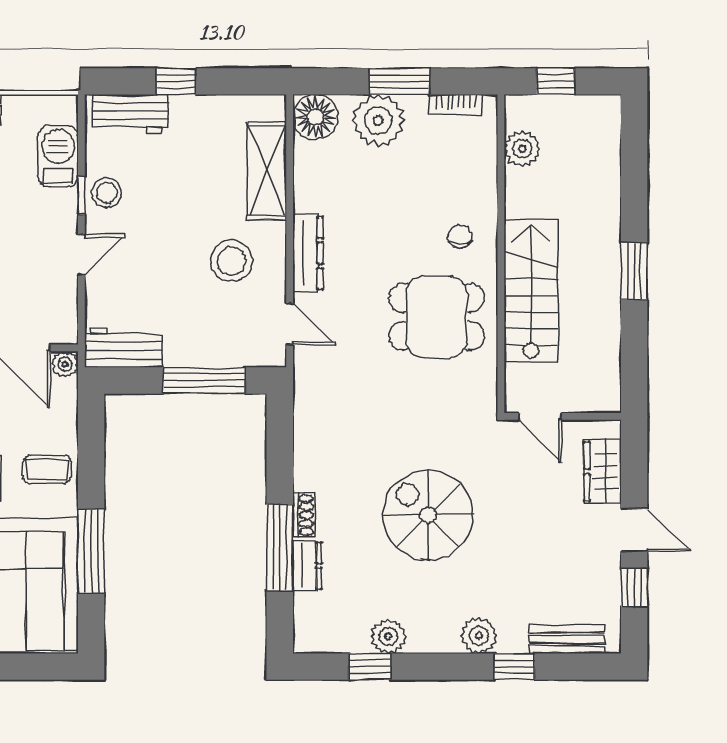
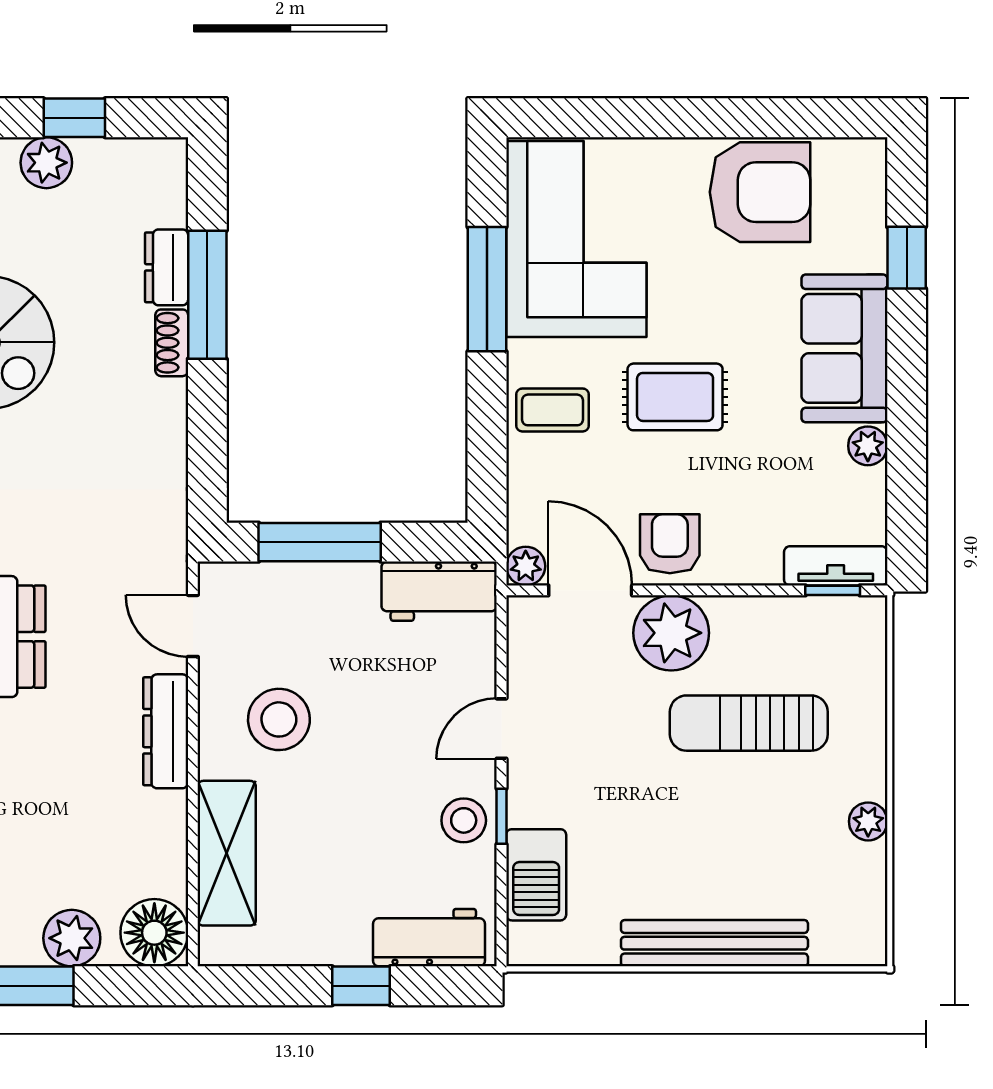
plant: (378, 120) -> (72, 938), width x0.73, depth x0.73

